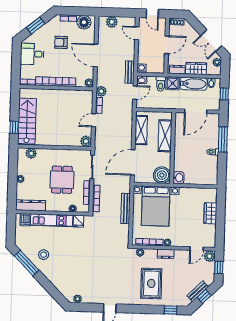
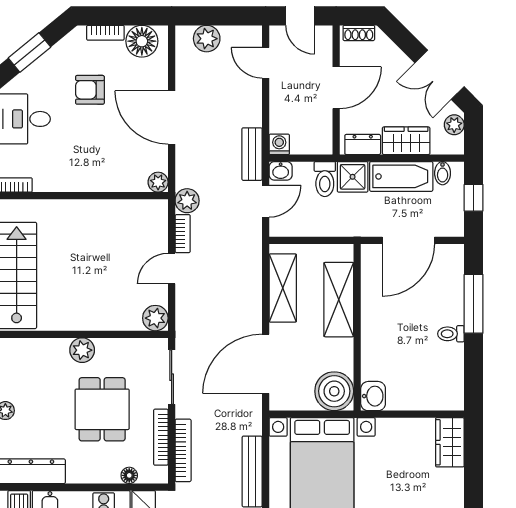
bookcase: (56, 82) -> (80, 182), removed
plant: (31, 153) -> (82, 350), moved
wardrobe: (210, 213) -> (450, 442), moved

